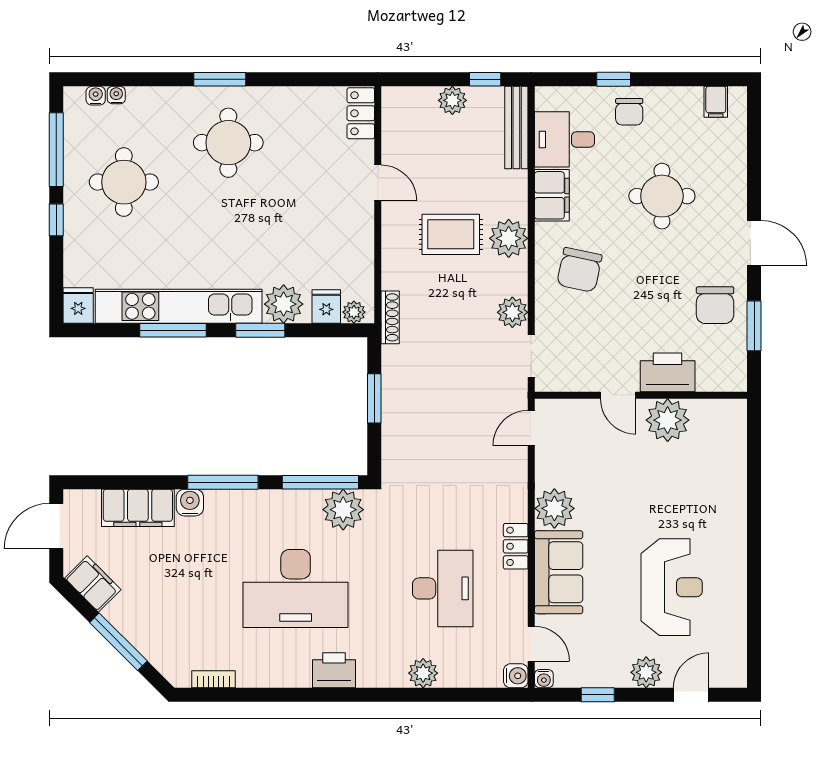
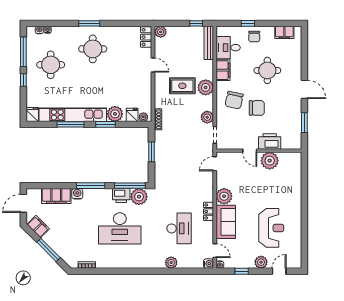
plant: (452, 100) -> (161, 32), moved
filing cabinet: (716, 102) -> (284, 32), width x2.00
chair: (715, 305) -> (257, 108), moved, turned -90
printer: (334, 670) -> (121, 195), moved, turned 180

